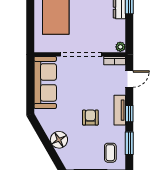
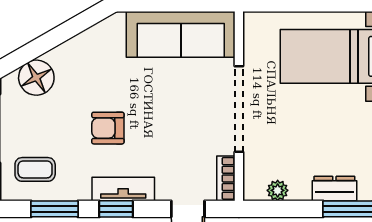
plant: (120, 47) -> (278, 190), moved
armchair: (90, 118) -> (108, 128), turned 180
floor lamp: (59, 140) -> (36, 78), moved

